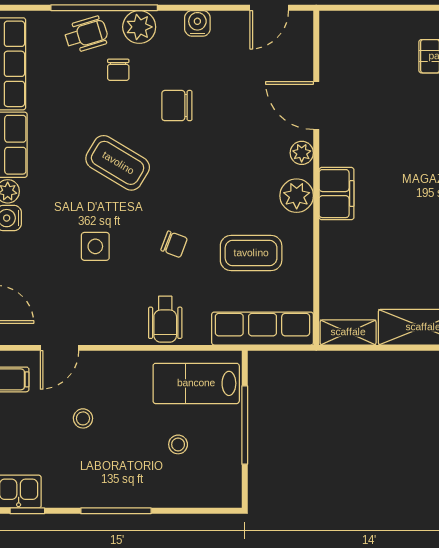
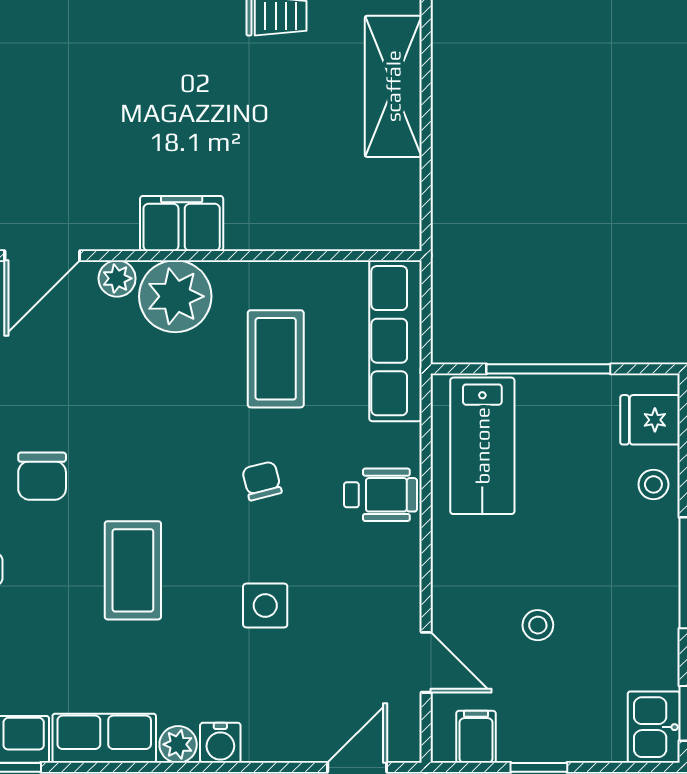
coffee table: (118, 163) -> (133, 570), turned -31
plant: (297, 196) -> (175, 296), width x1.36, depth x1.36
chair: (174, 244) -> (262, 481), turned -35
shelving: (348, 332) -> (402, 205), removed
stool: (178, 444) -> (653, 484), moved
fridge: (213, 489) -> (650, 420), added

